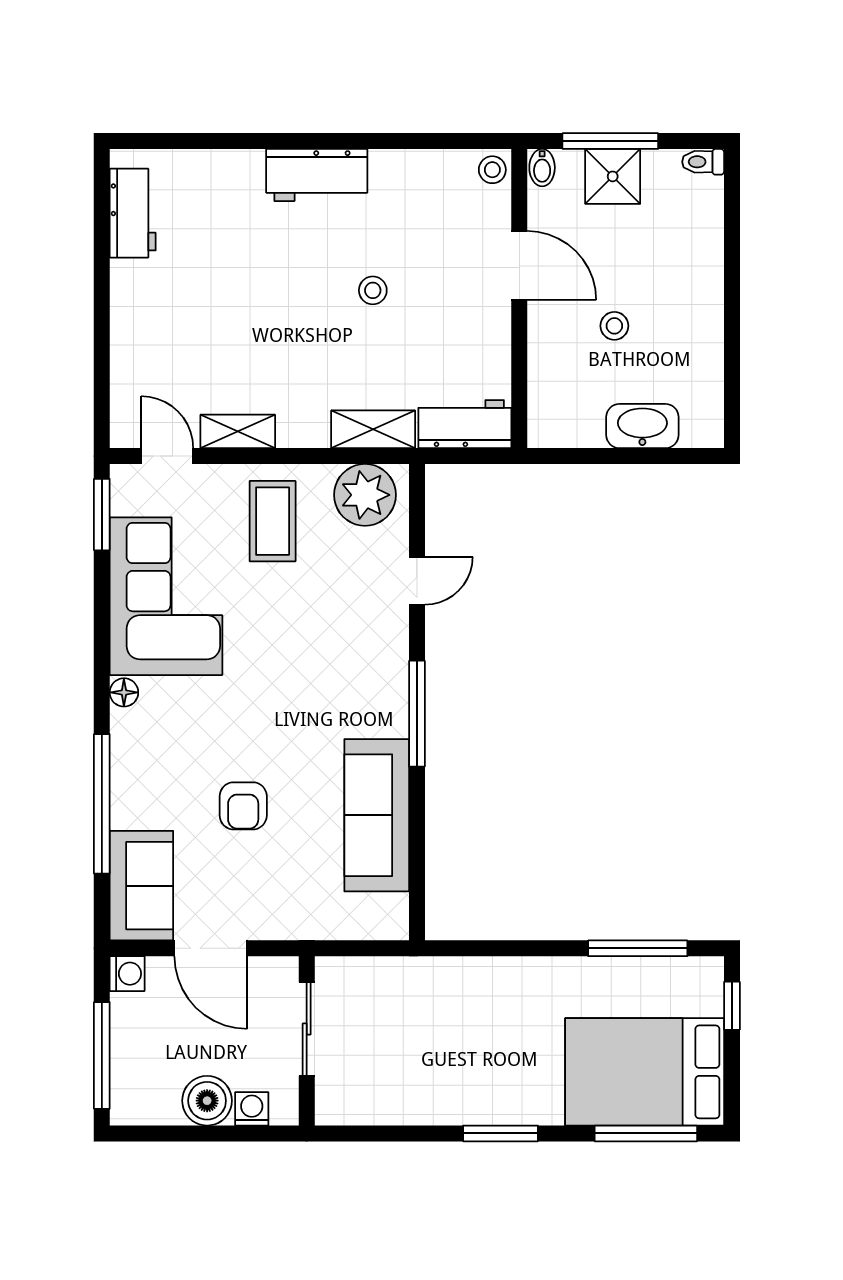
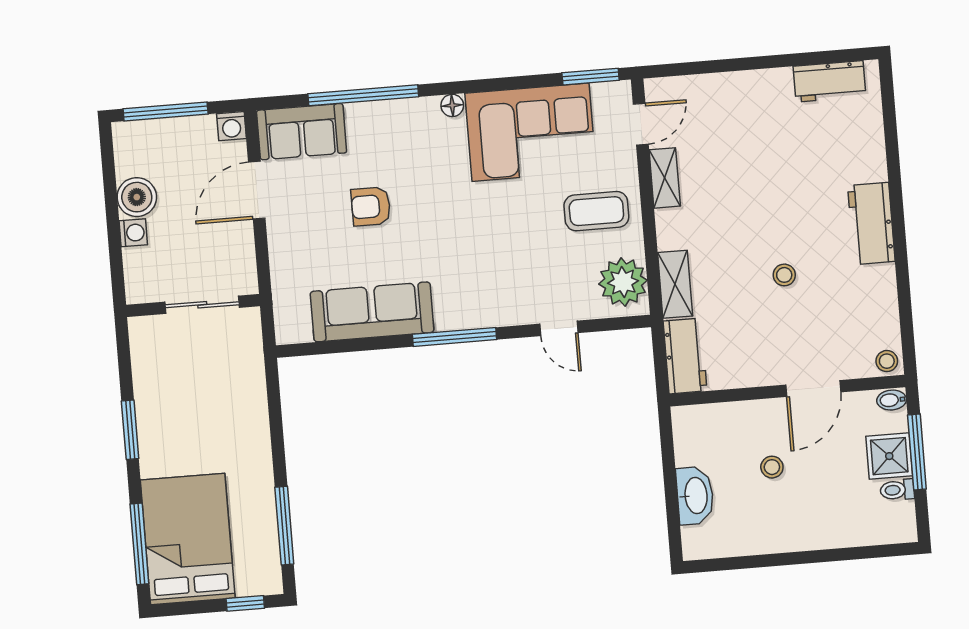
toilet: (703, 162) -> (897, 490), moved, turned -90
sliding door: (307, 1029) -> (202, 305), moved
wall: (307, 1041) -> (193, 305), moved

